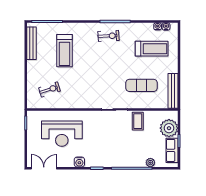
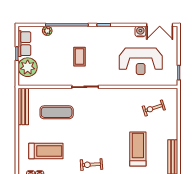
treadmill: (152, 49) -> (46, 151), turned 180
coffee table: (138, 121) -> (79, 57), moved
reception desk: (62, 134) -> (141, 61), turned 180
water cooler: (79, 162) -> (140, 31), moved

